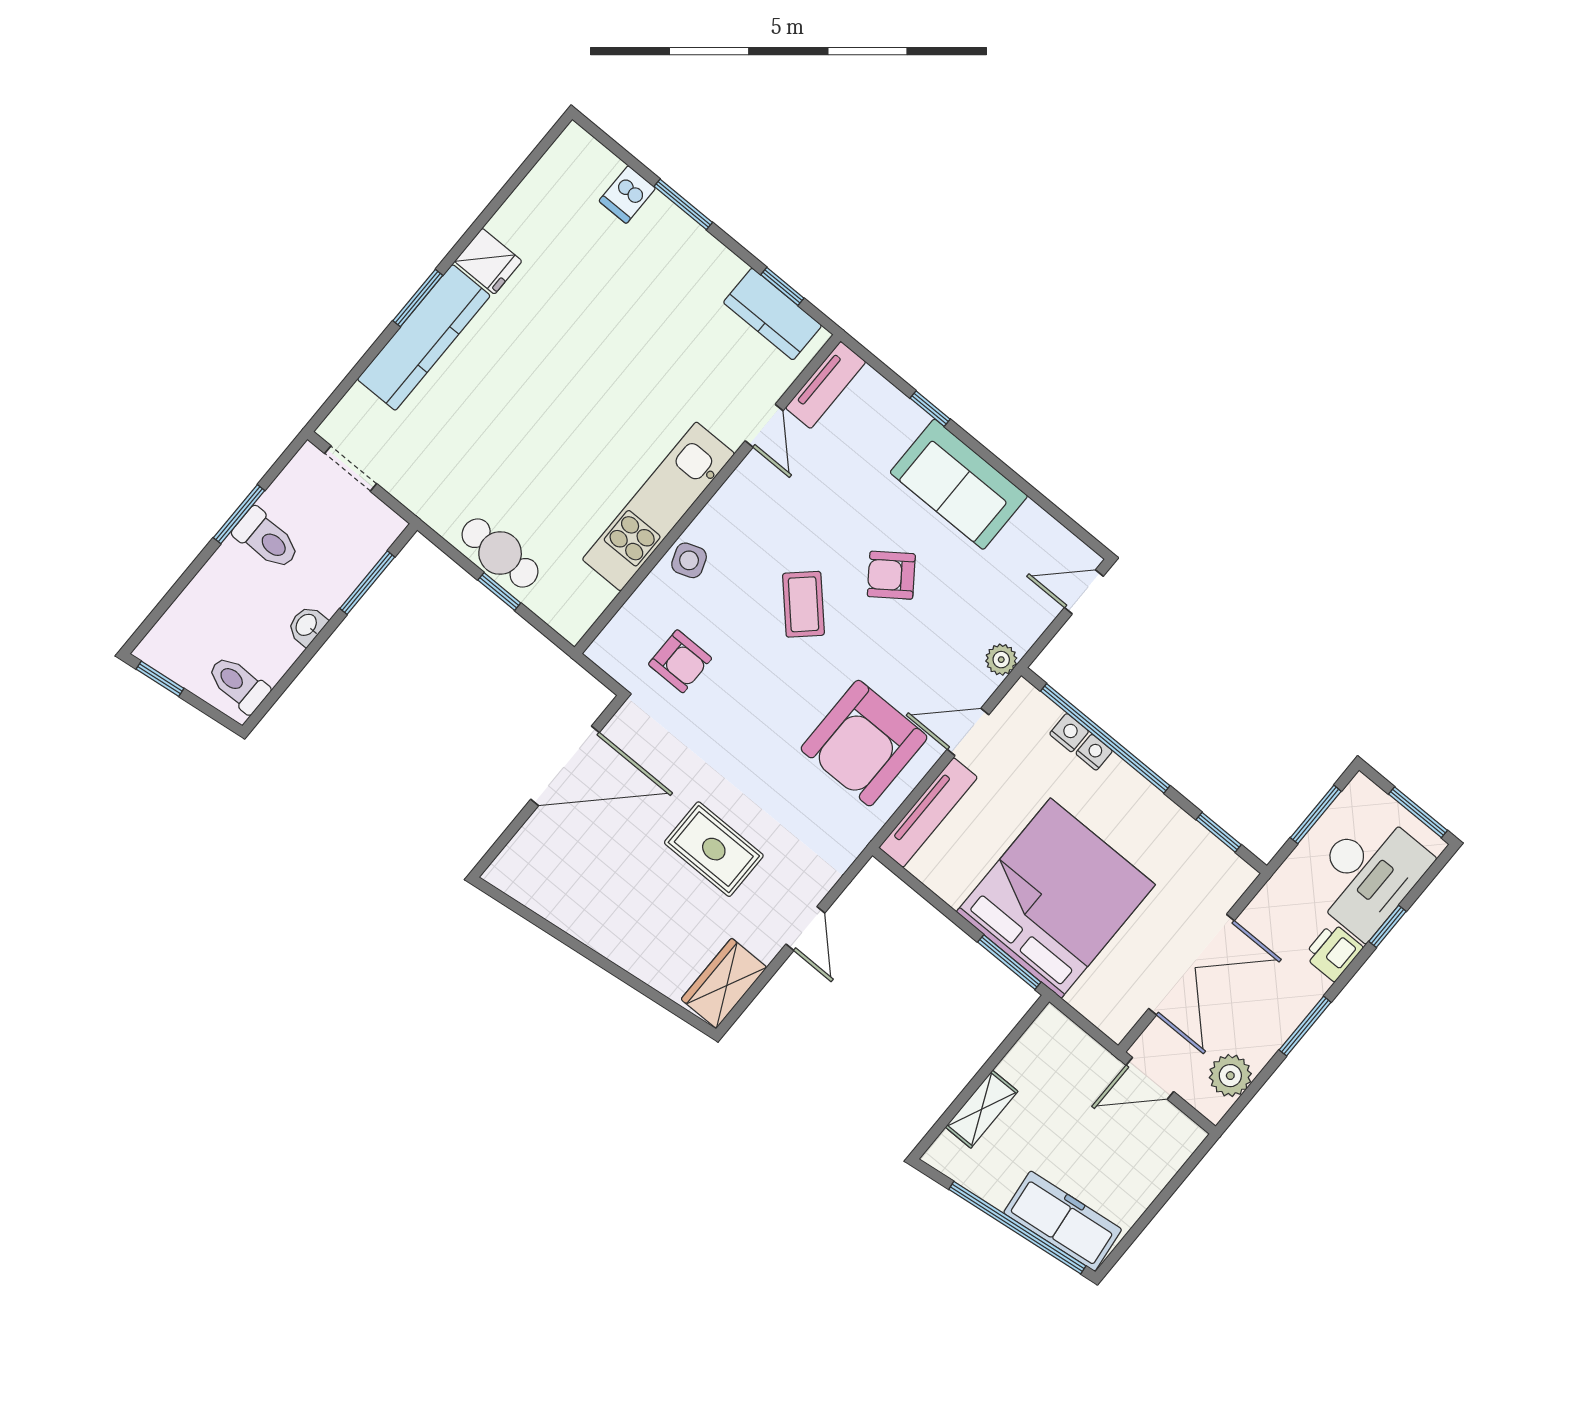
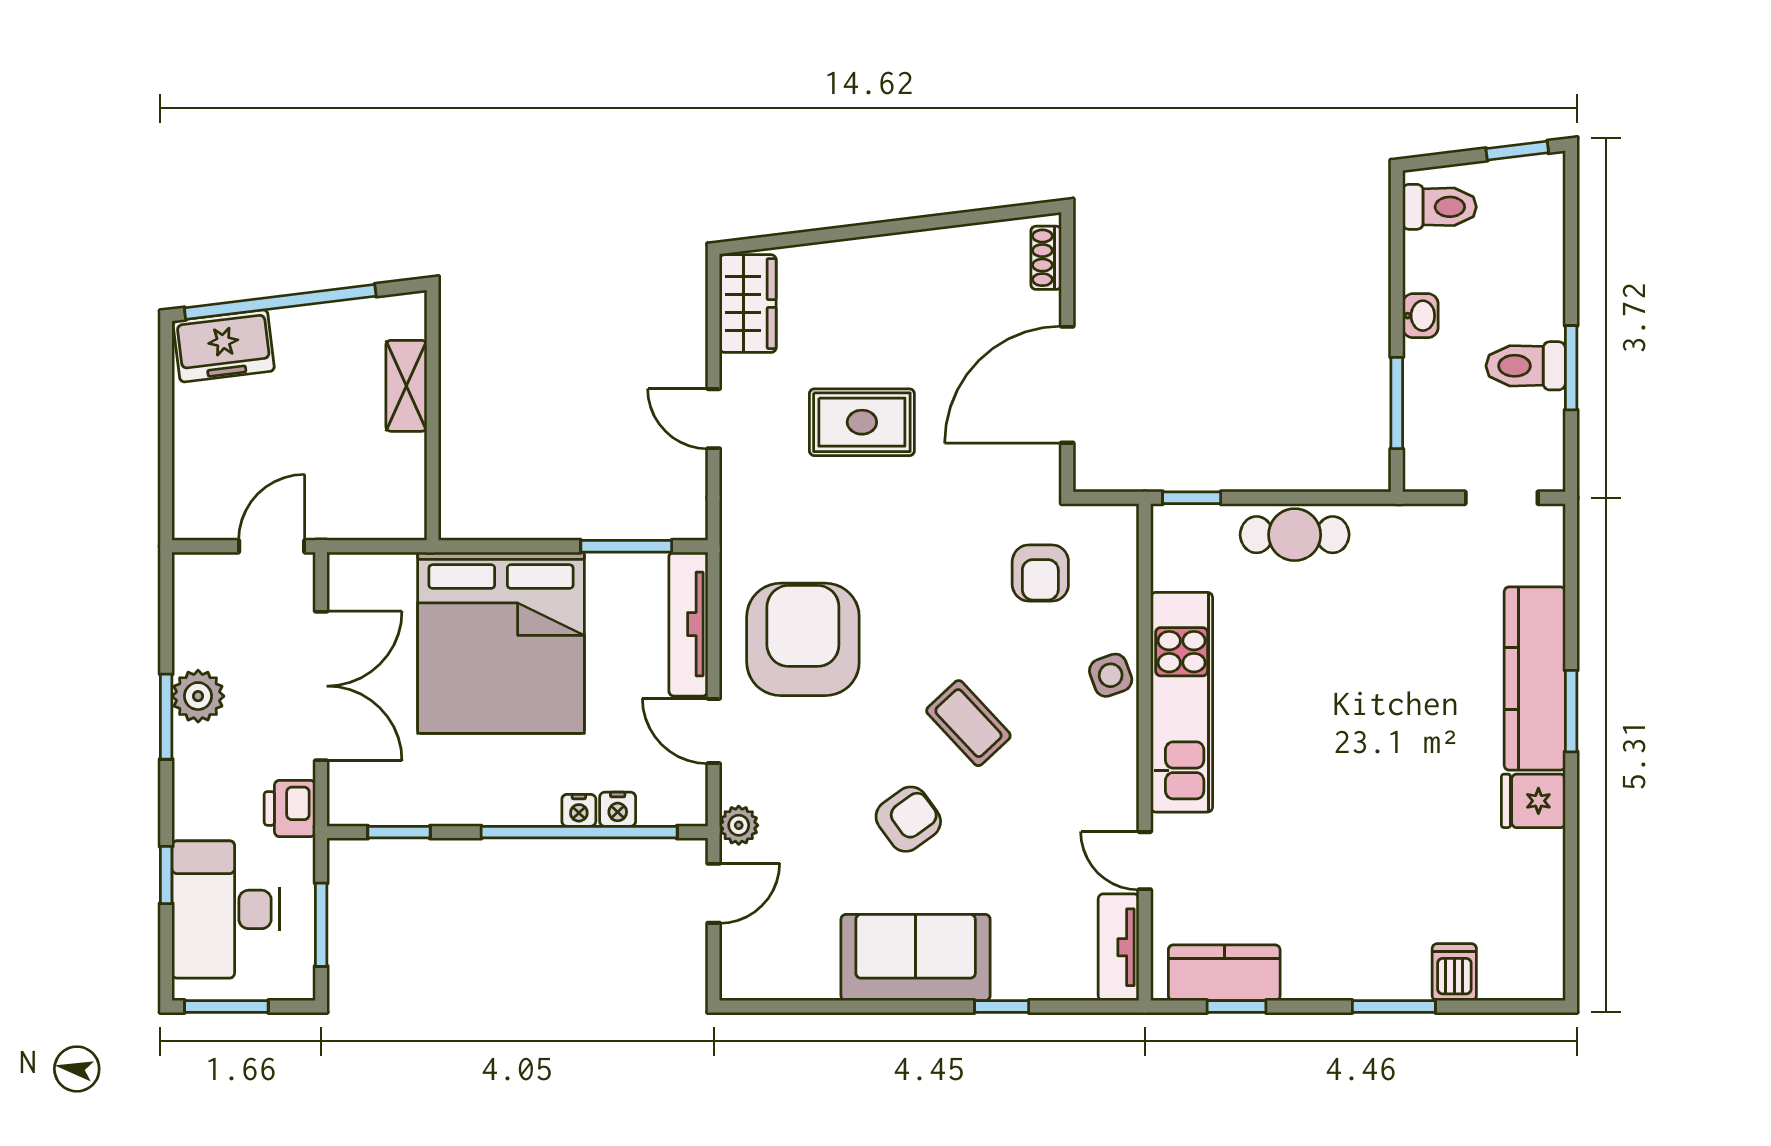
window: (499, 591) -> (1192, 498), moved
door: (1084, 592) -> (714, 893), moved
armchair: (680, 661) -> (1040, 573), turned -90
door: (968, 732) -> (714, 731), swing flipped
shoe rack: (512, 857) -> (1046, 258), added
printer: (1333, 952) -> (290, 808), moved, turned 180
window: (1009, 962) -> (626, 546), moved
double door: (1192, 965) -> (321, 686), swing flipped
plant: (1230, 1076) -> (198, 696), moved
freezer: (1063, 1221) -> (224, 346), width x0.71

